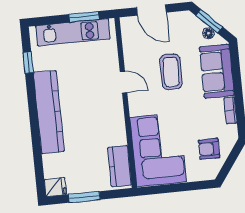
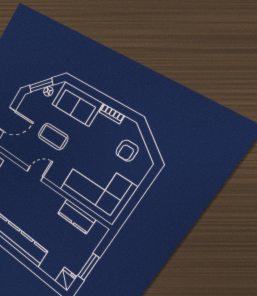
kitchen counter: (120, 166) -> (77, 216), moved

